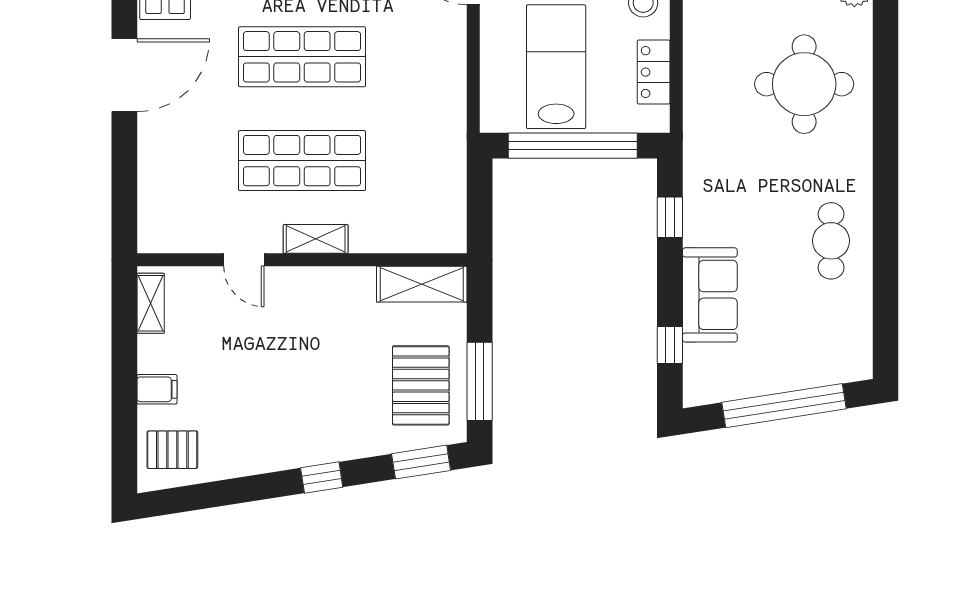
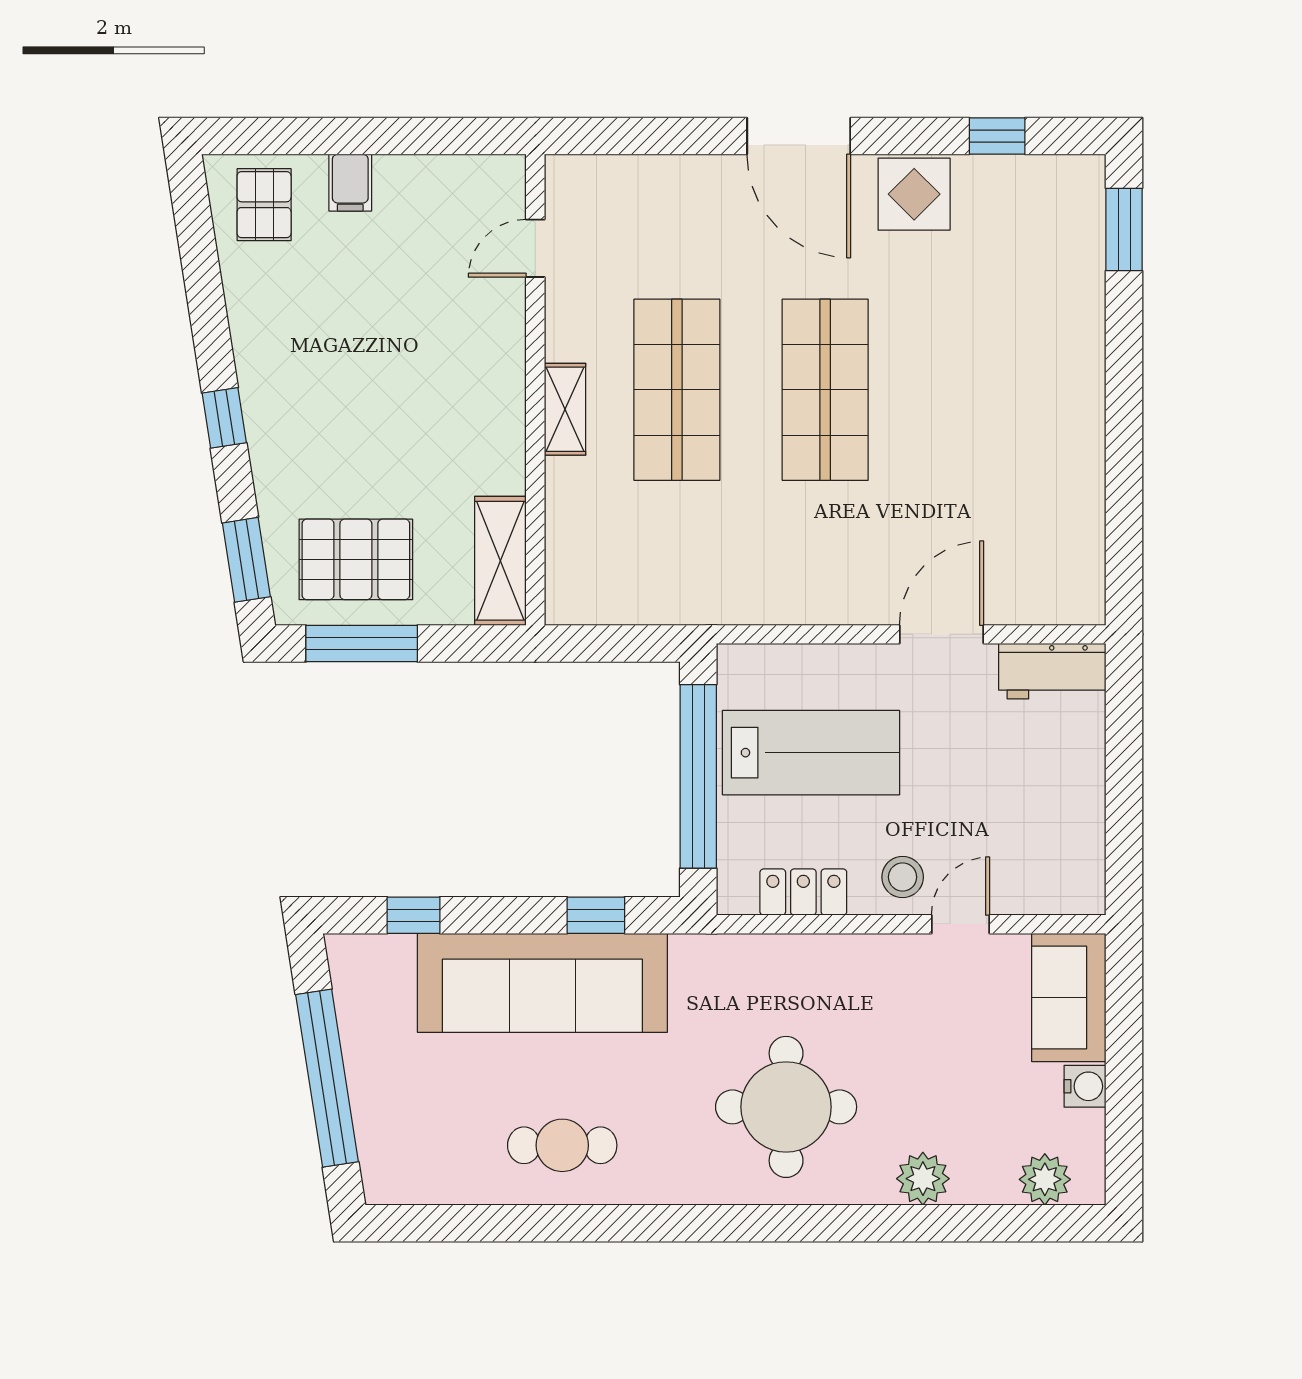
door: (244, 260) -> (535, 248), moved
sofa: (710, 295) -> (542, 983), width x1.85, depth x1.27
shelving: (151, 303) -> (473, 174), removed

